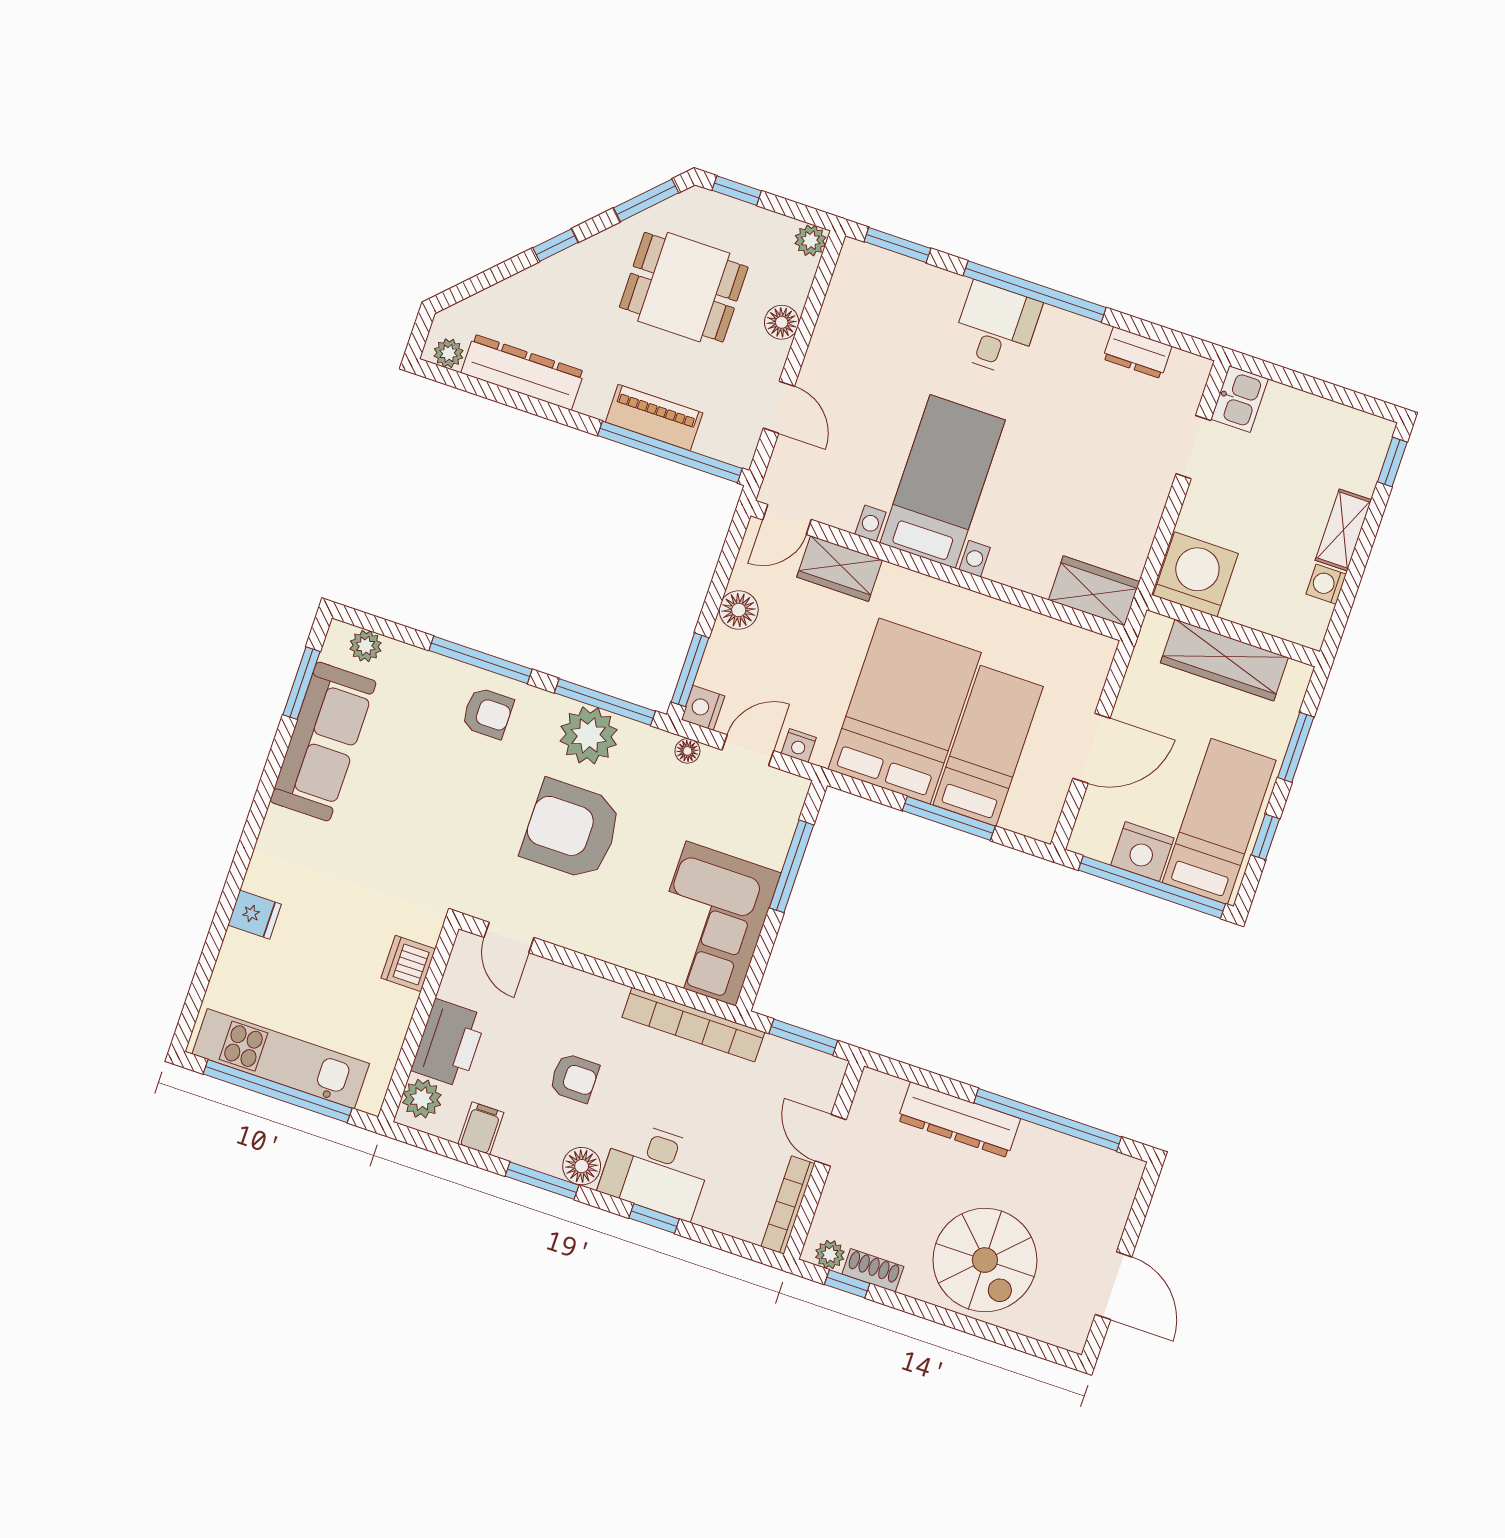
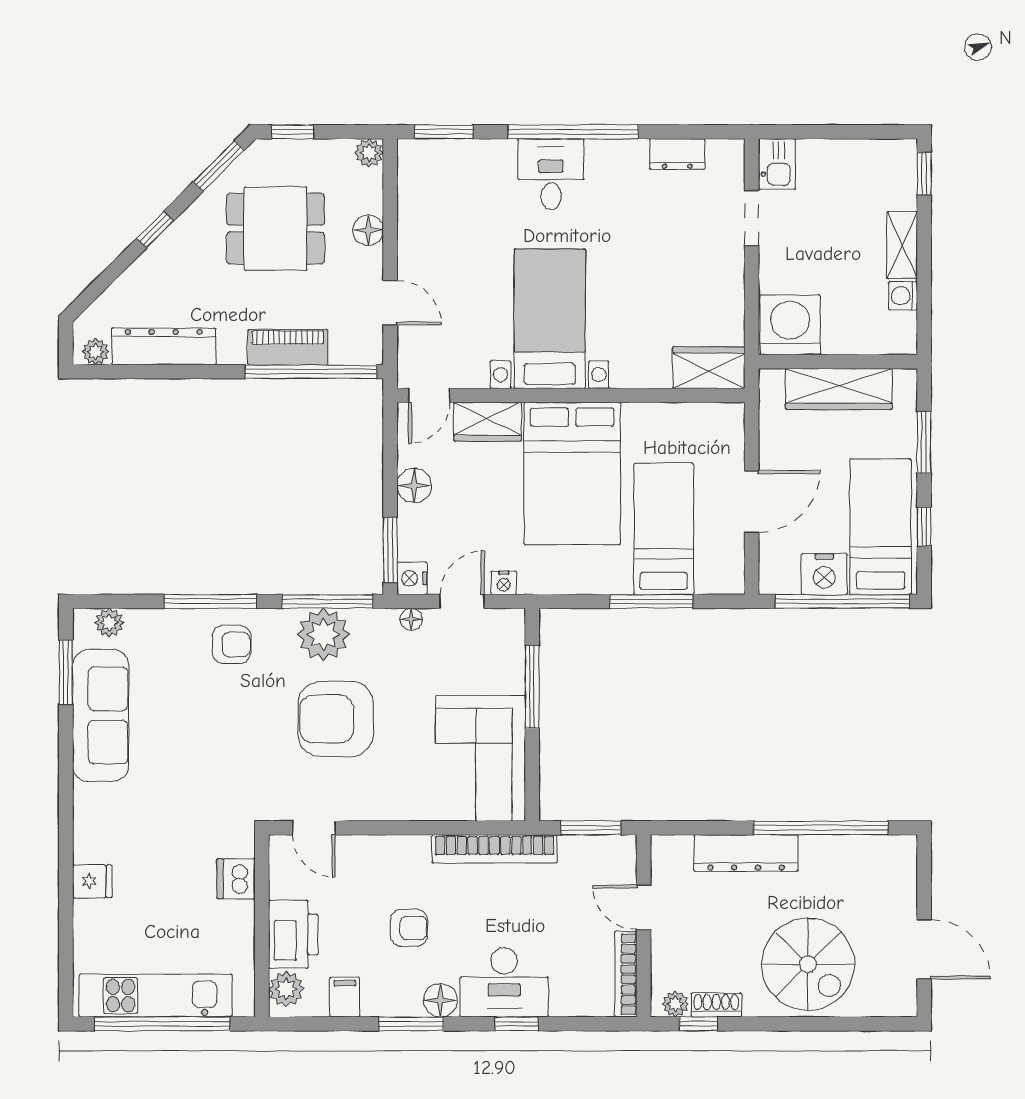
bed: (905, 711) -> (572, 473), moved, turned 180

